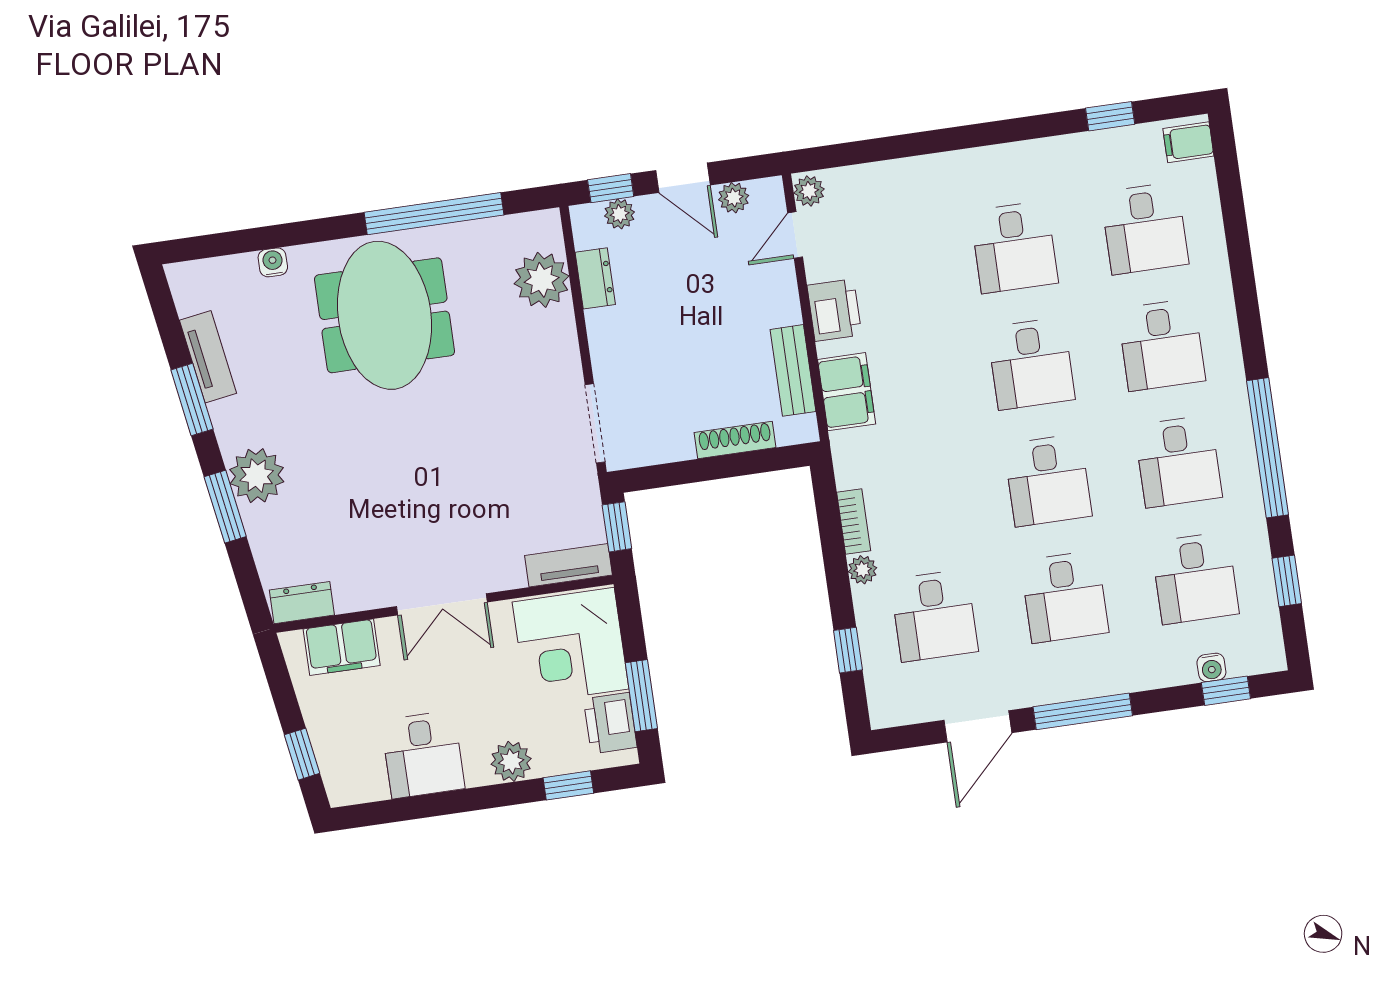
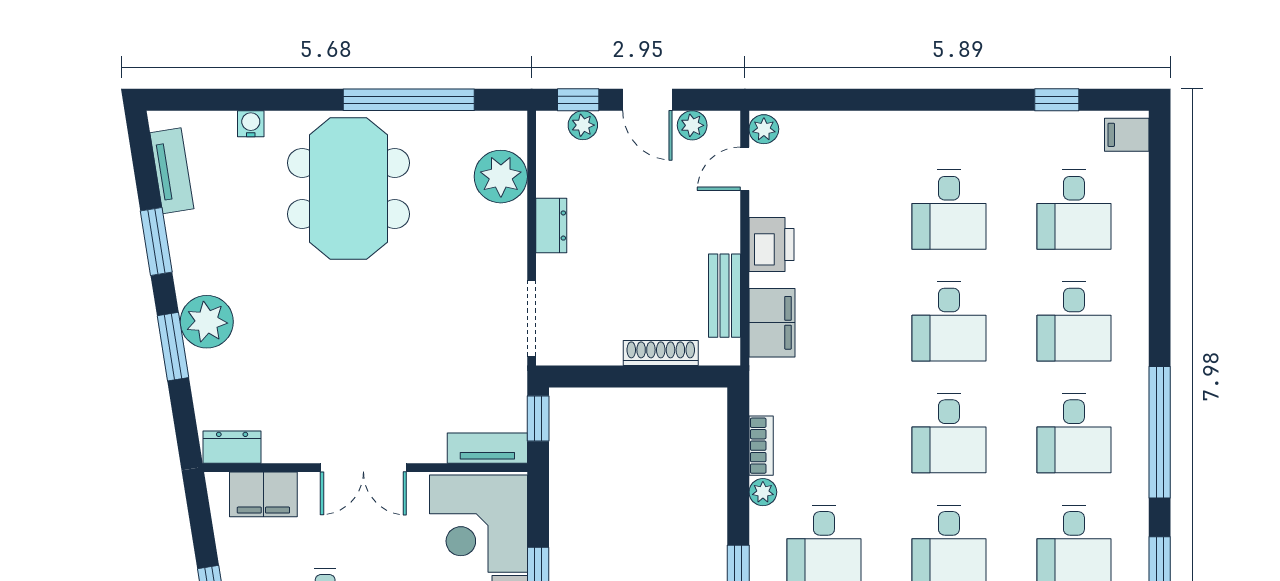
dresser: (595, 278) -> (551, 226), moved
tv unit: (208, 357) -> (172, 171), moved

